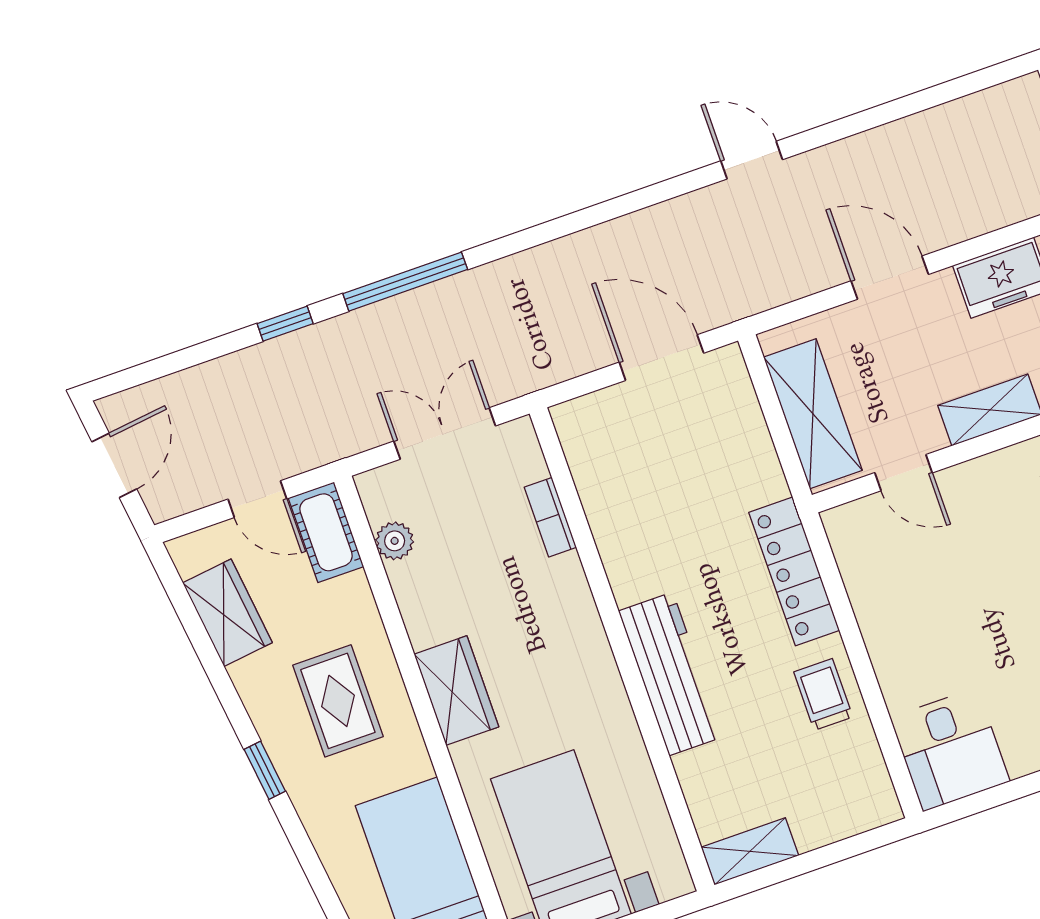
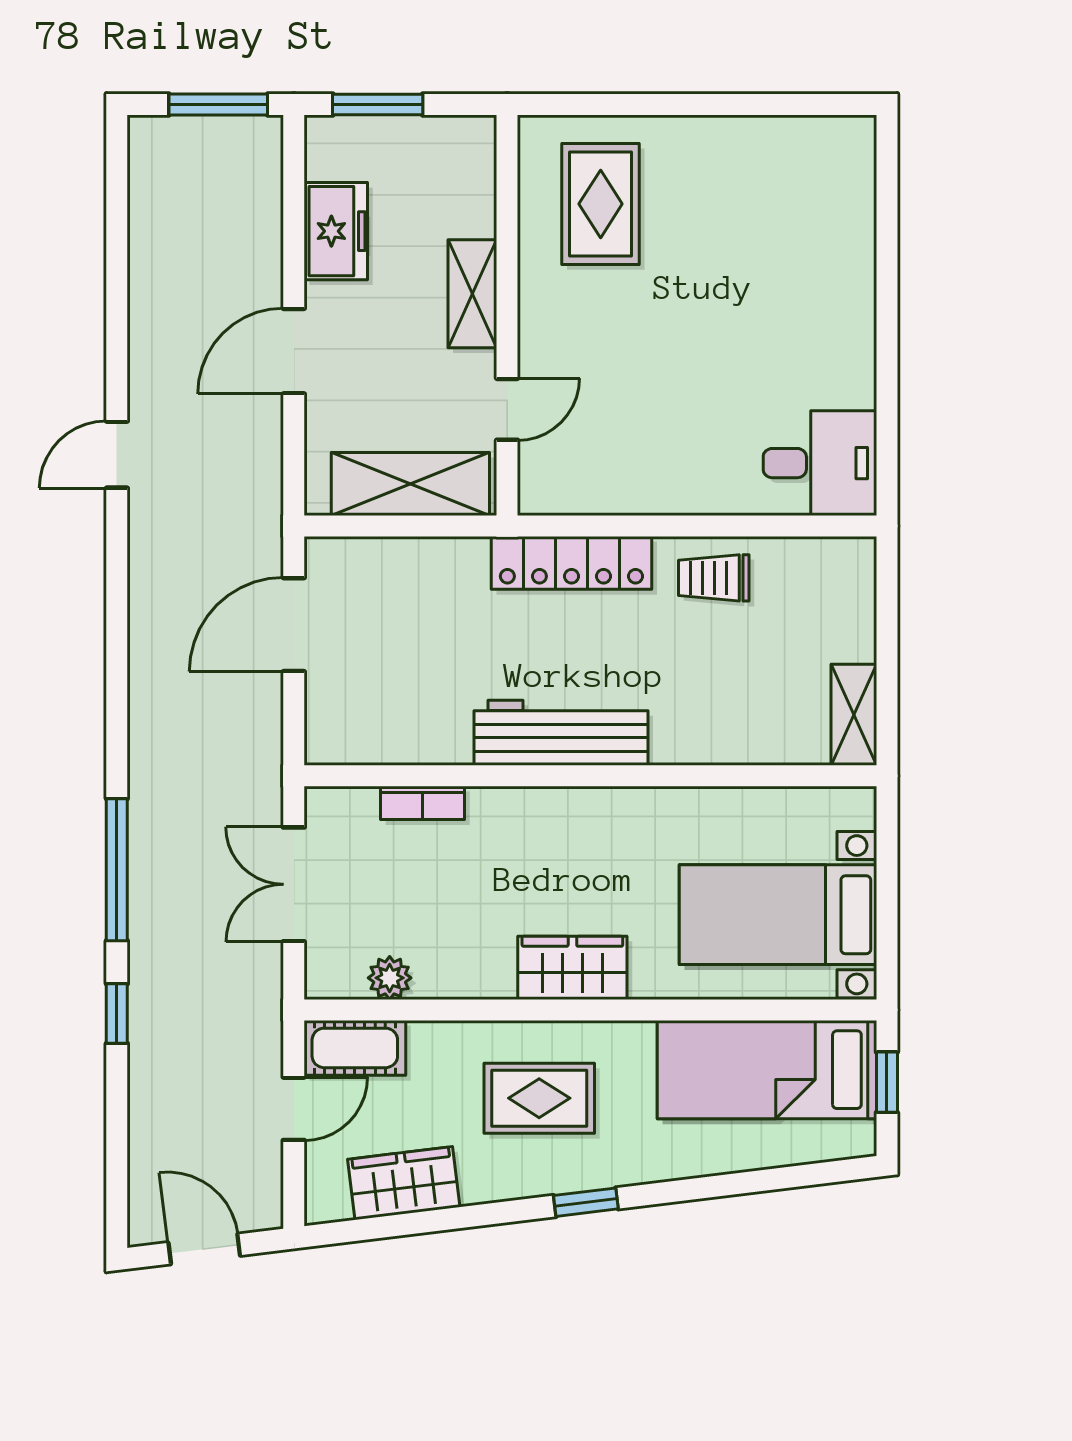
workbench: (671, 674) -> (561, 733), moved

